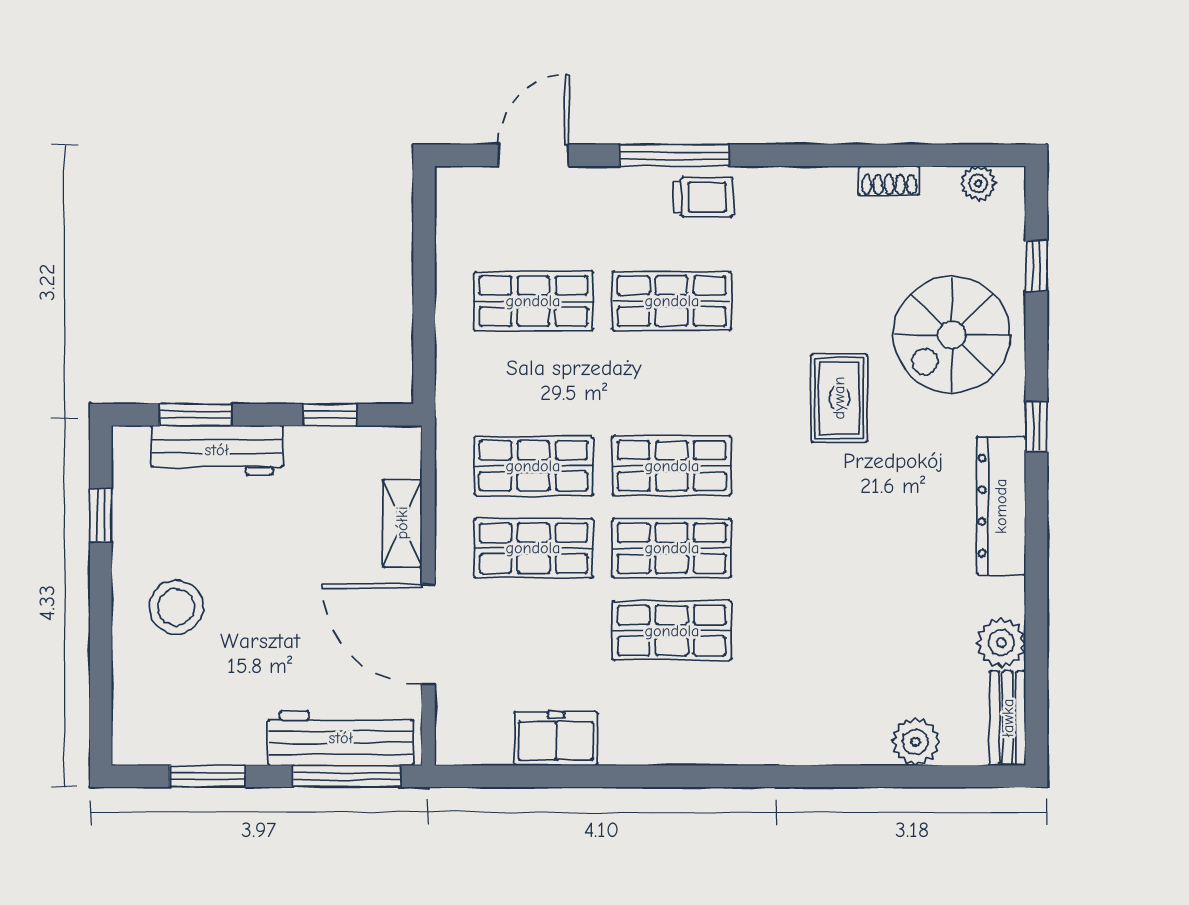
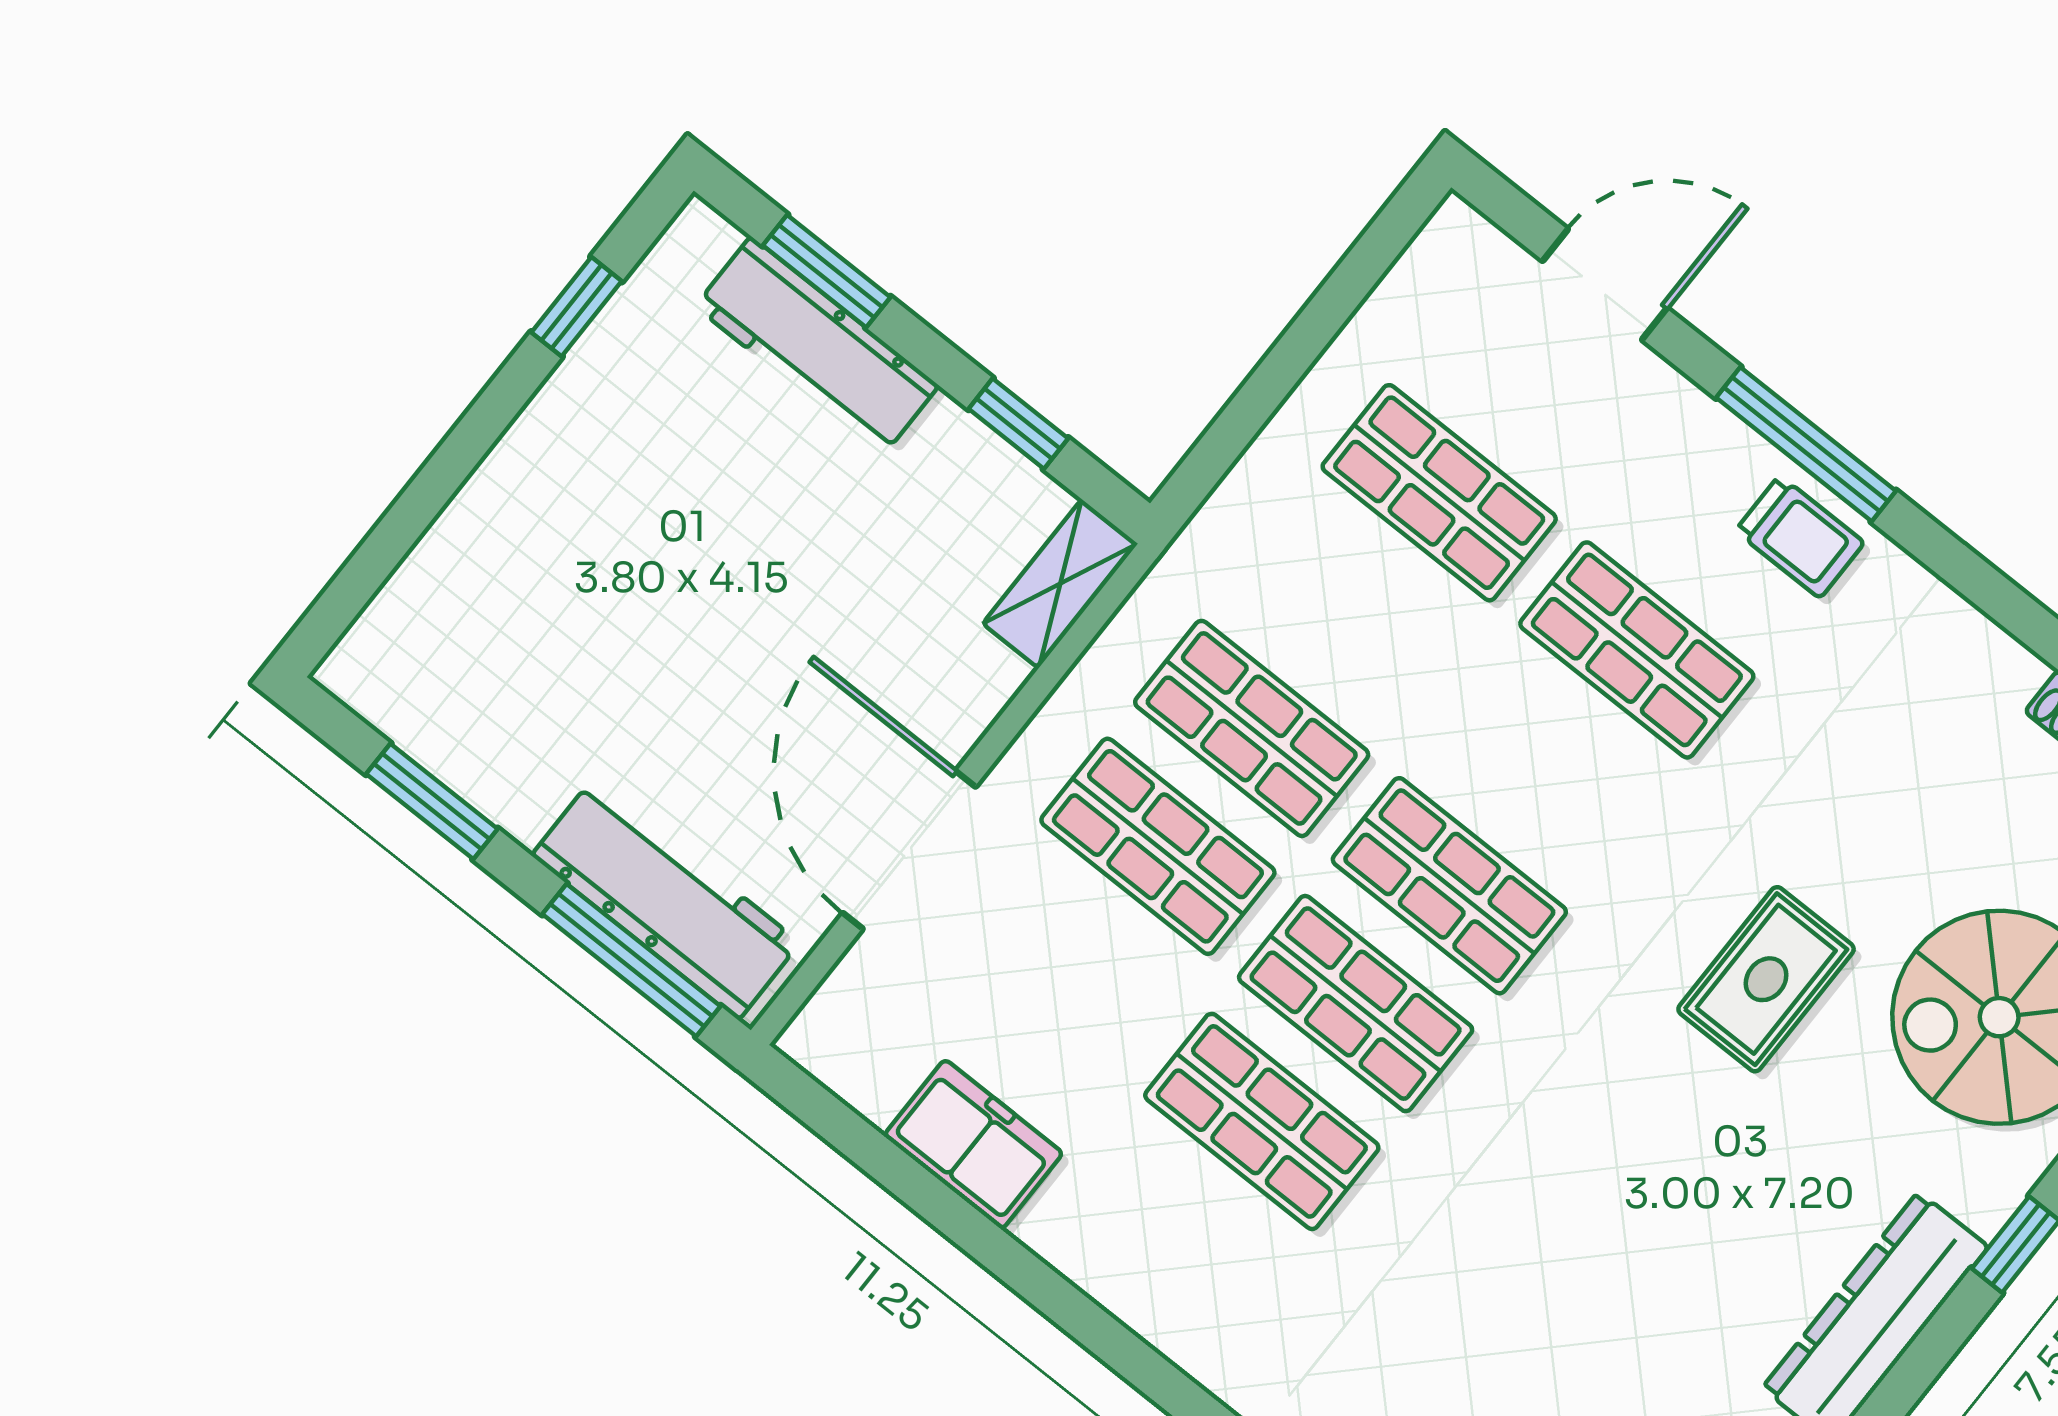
shelving: (402, 523) -> (1060, 584), moved
stool: (176, 607) -> (580, 524), removed

